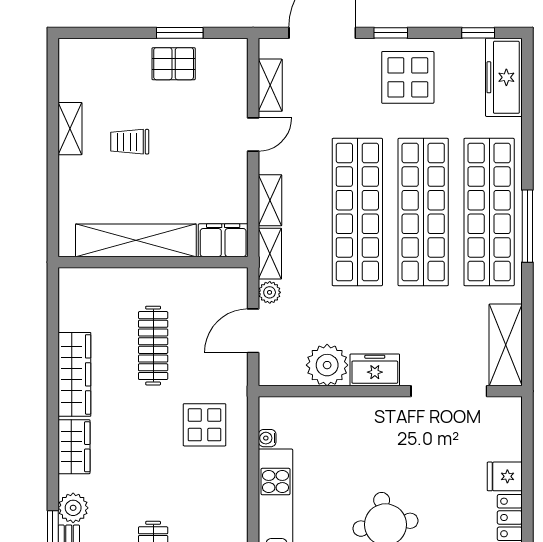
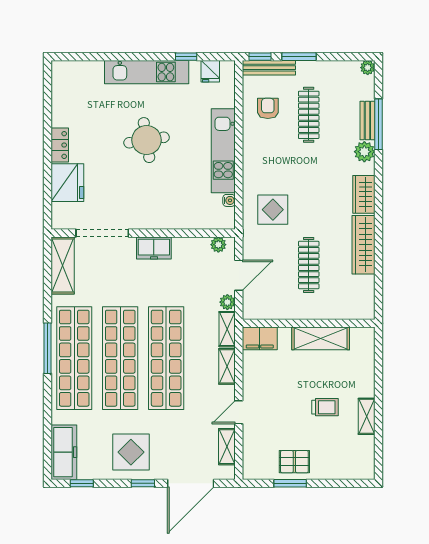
shelving: (136, 240) -> (321, 338), width x0.68
plant: (327, 365) -> (218, 245), moved, width x0.53, depth x0.53
fridge: (505, 476) -> (67, 183), width x1.88, depth x1.34

